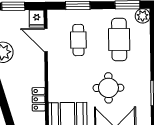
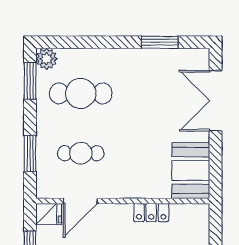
round table: (108, 88) -> (151, 110), removed
locker: (39, 99) -> (151, 213), moved

